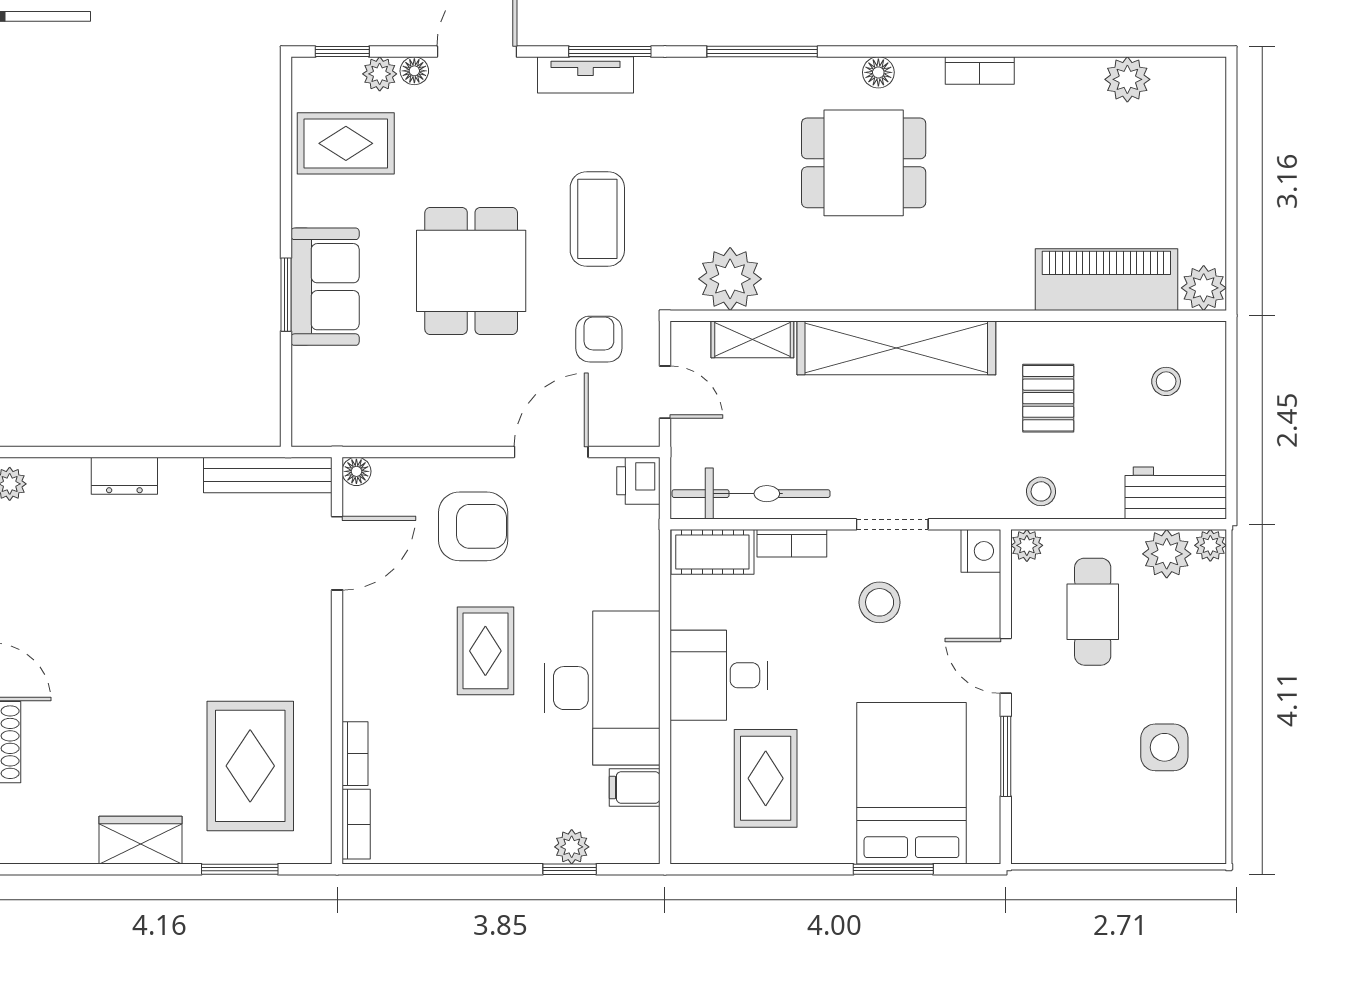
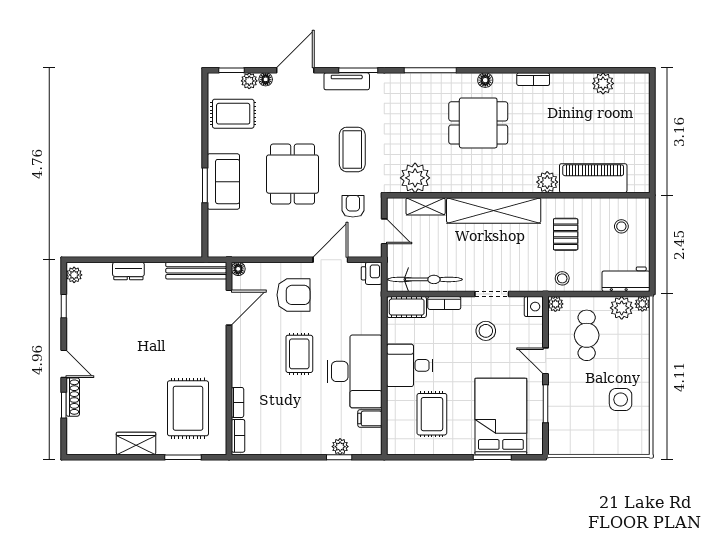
plant: (1204, 288) -> (547, 182), moved

